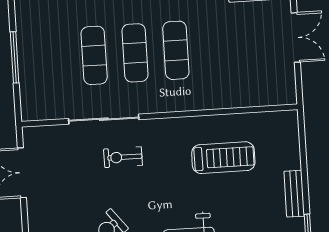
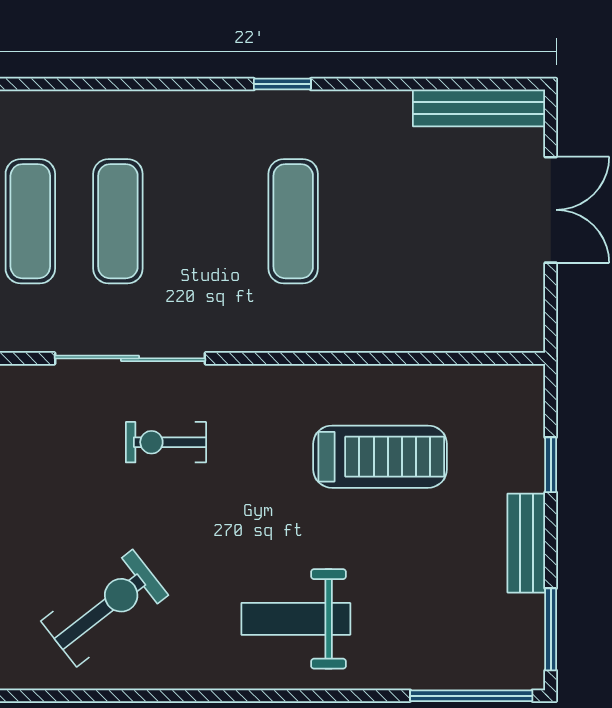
exercise mat: (135, 53) -> (30, 221), moved
window: (303, 156) -> (551, 465), added

